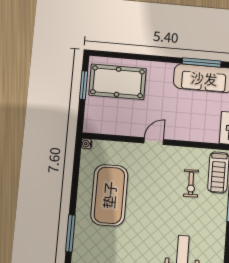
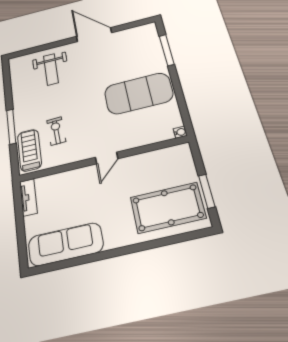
window: (202, 62) -> (72, 262), removed
exercise mat: (109, 195) -> (139, 93), turned 90

